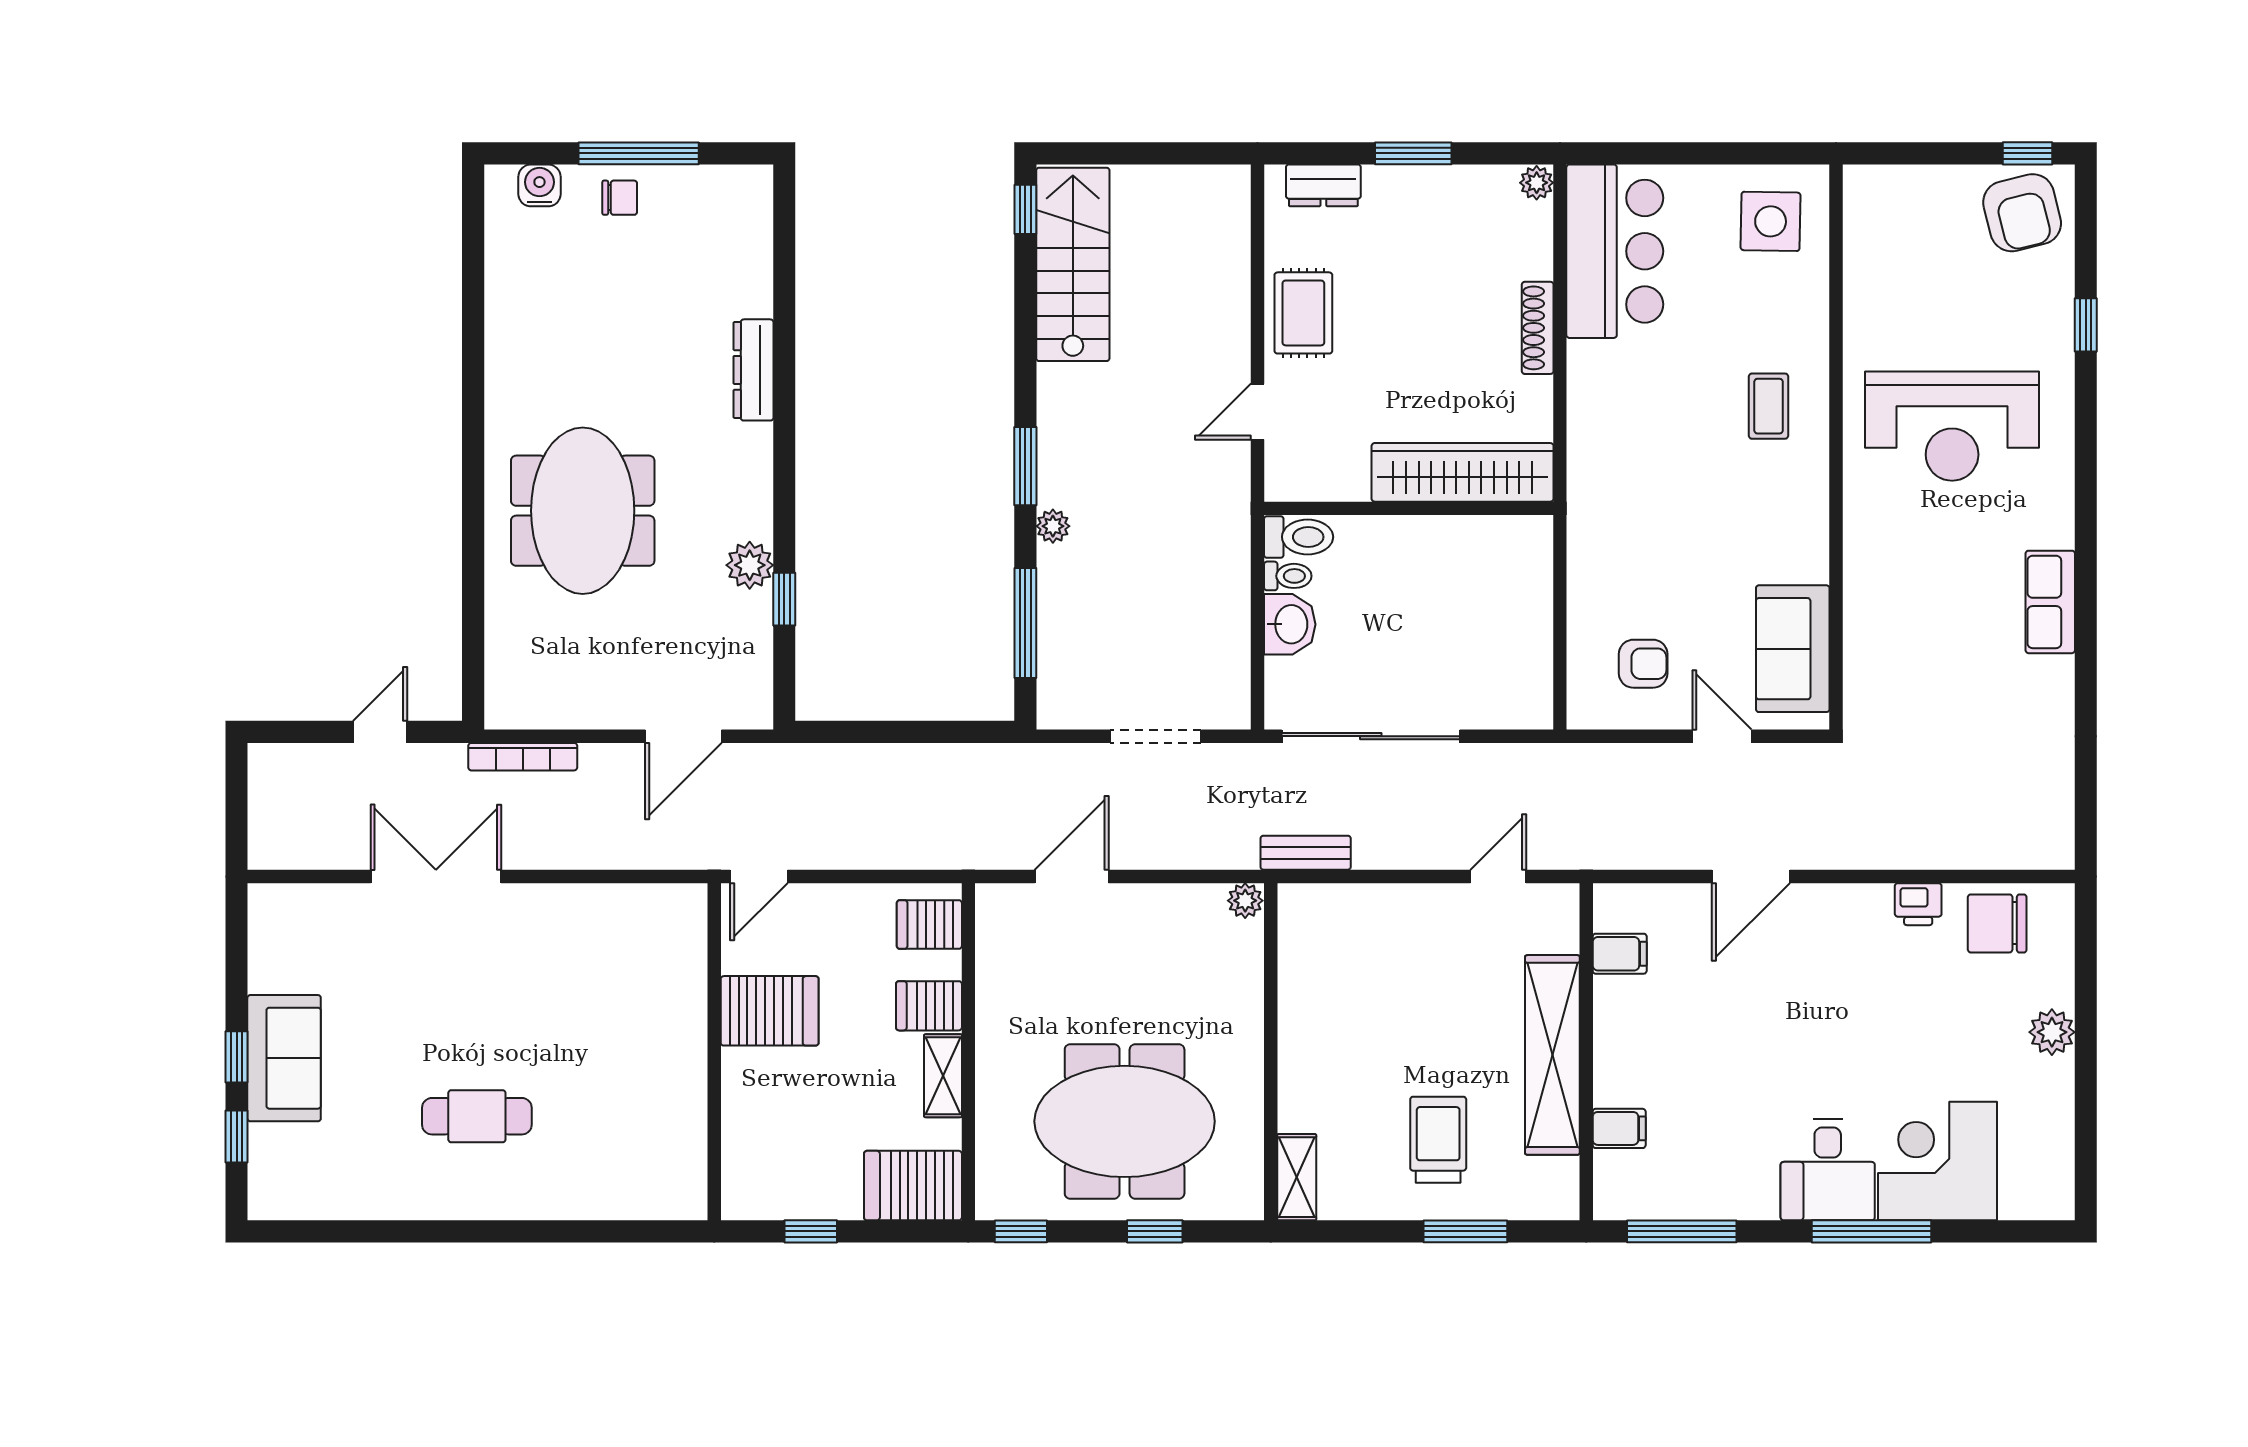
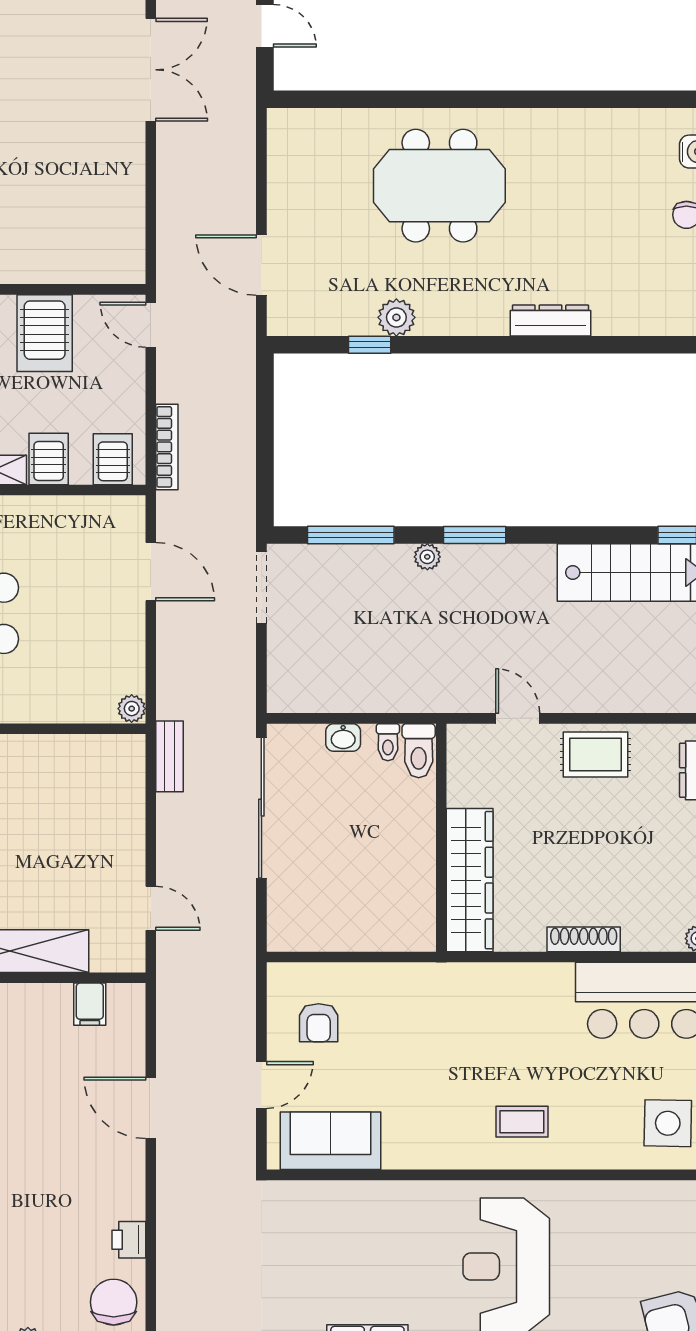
washbasin: (1290, 624) -> (343, 738), width x0.72, depth x0.69
doorway: (1156, 736) -> (261, 588), moved
bookcase: (523, 757) -> (167, 447), moved, turned 180

